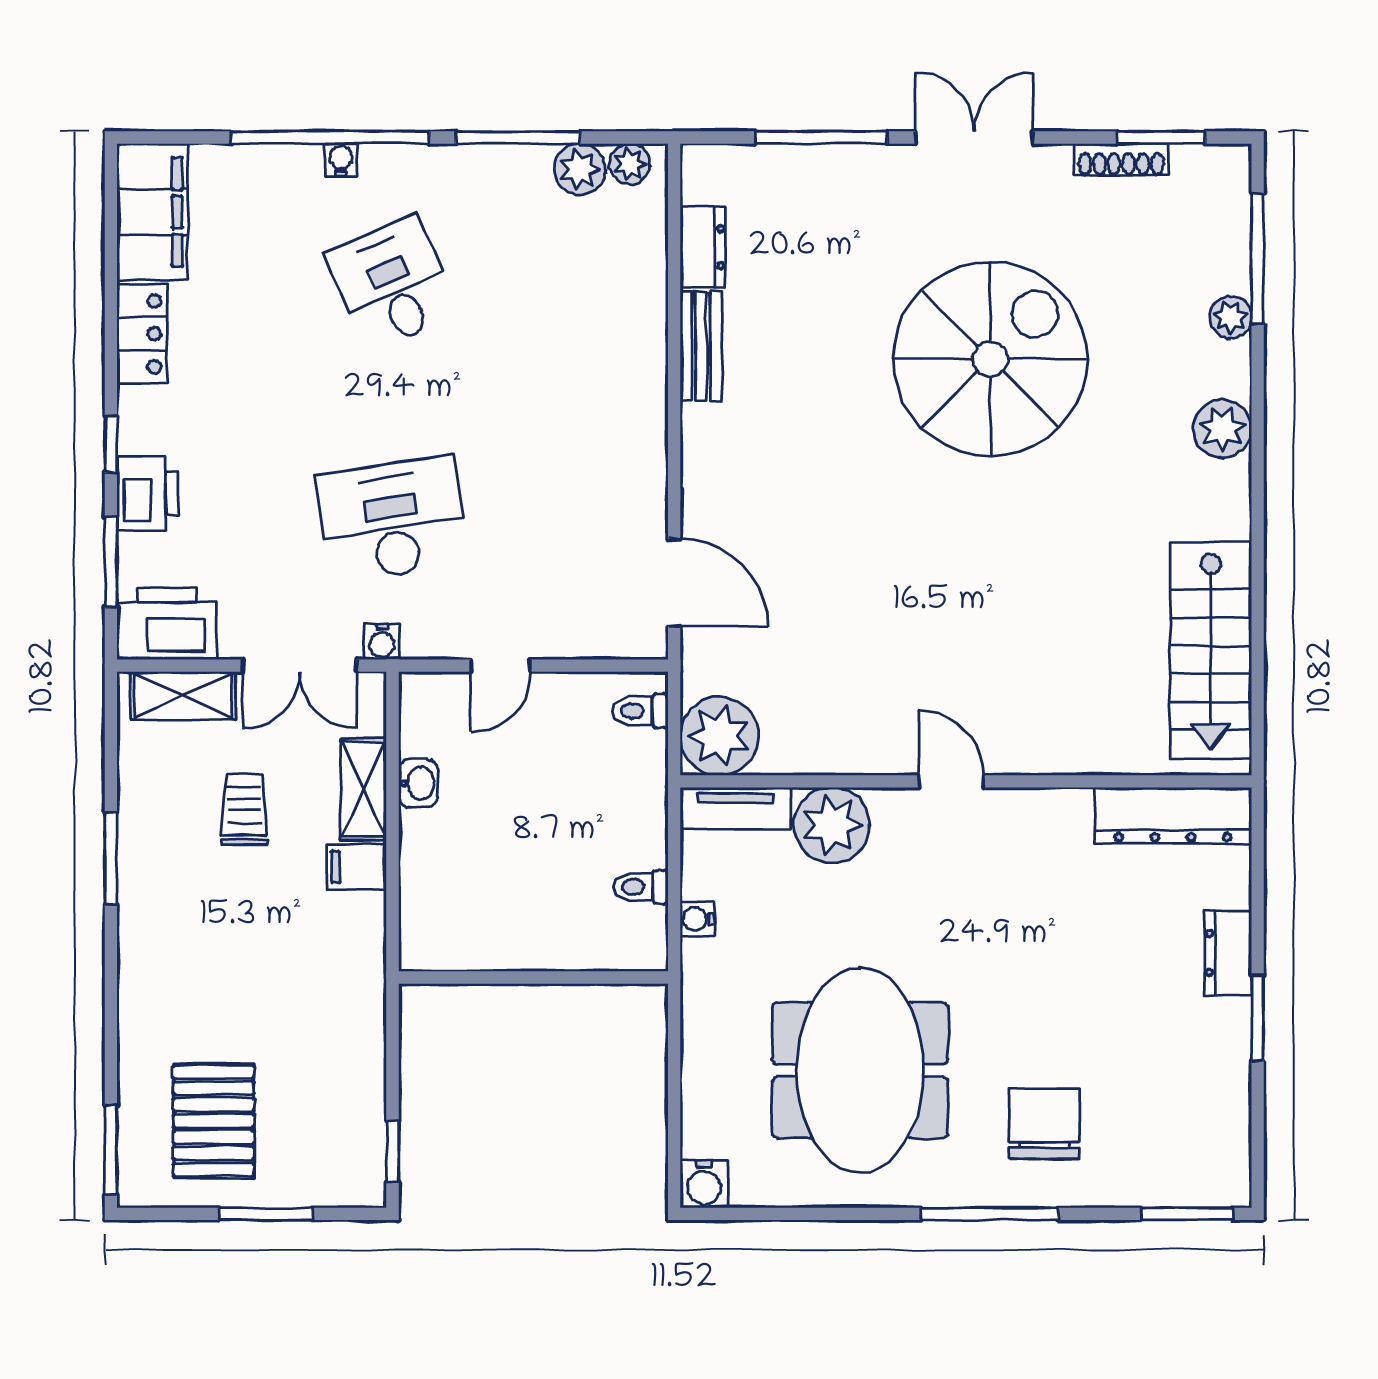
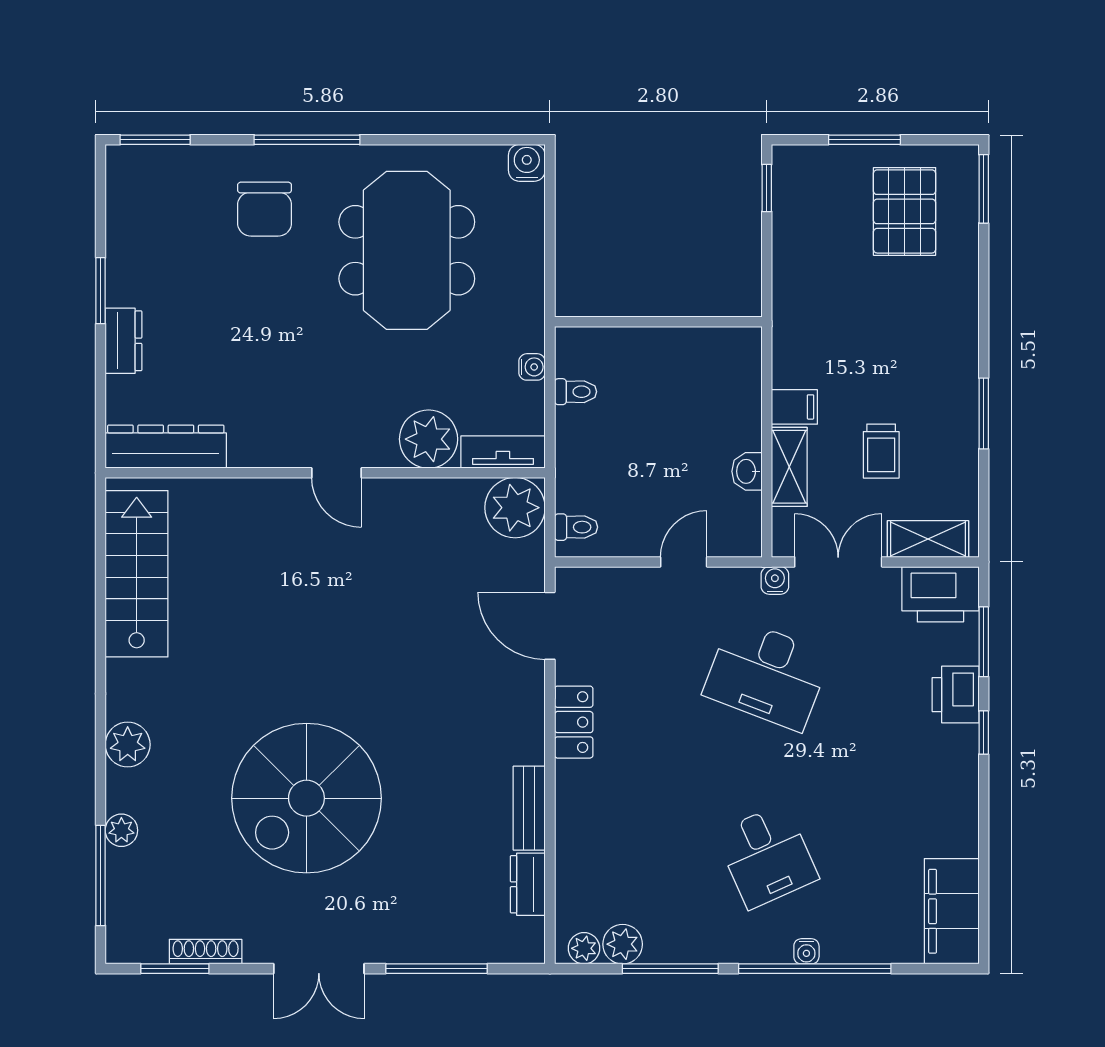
locker: (142, 334) -> (574, 722), moved, turned 180
desk: (393, 520) -> (767, 674), turned 30

